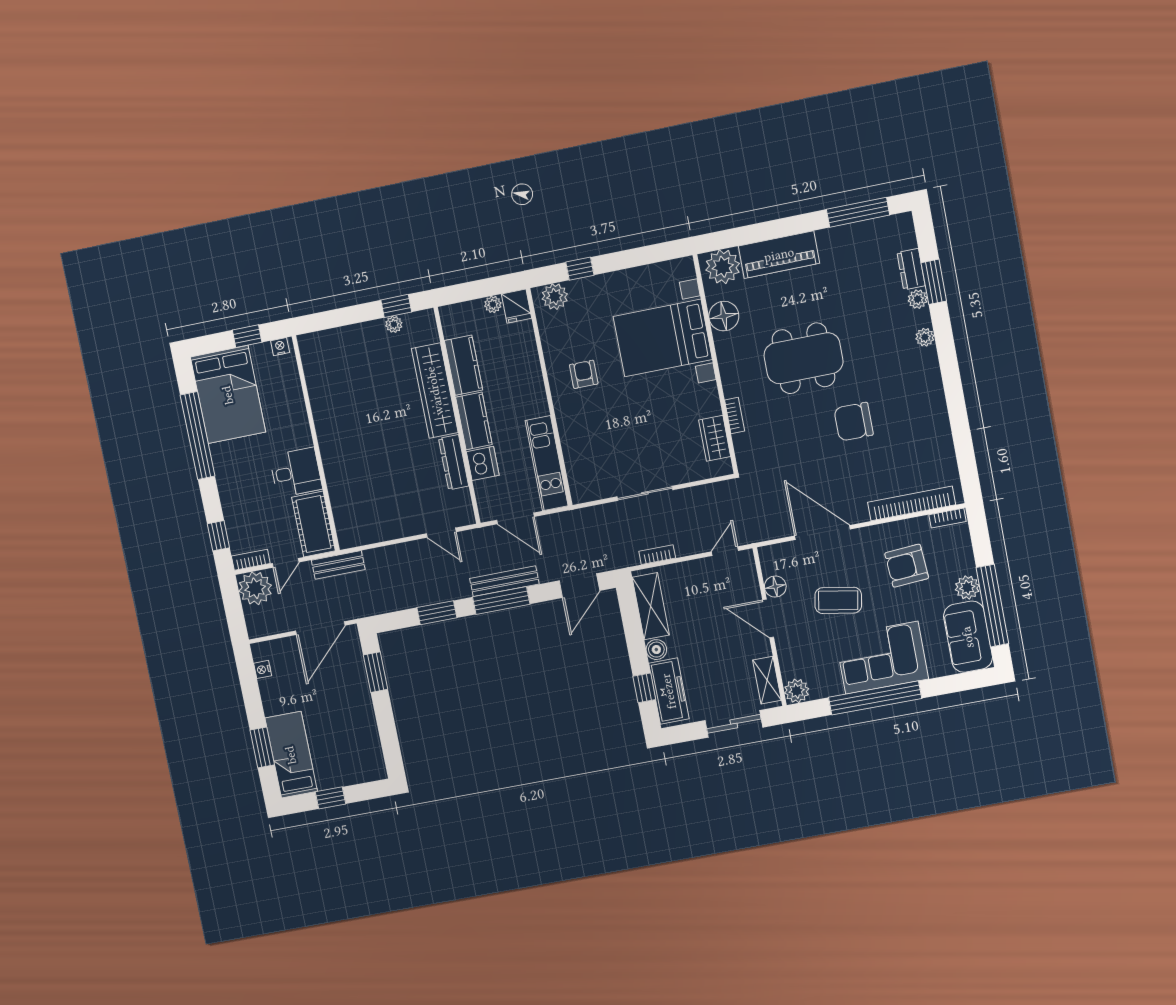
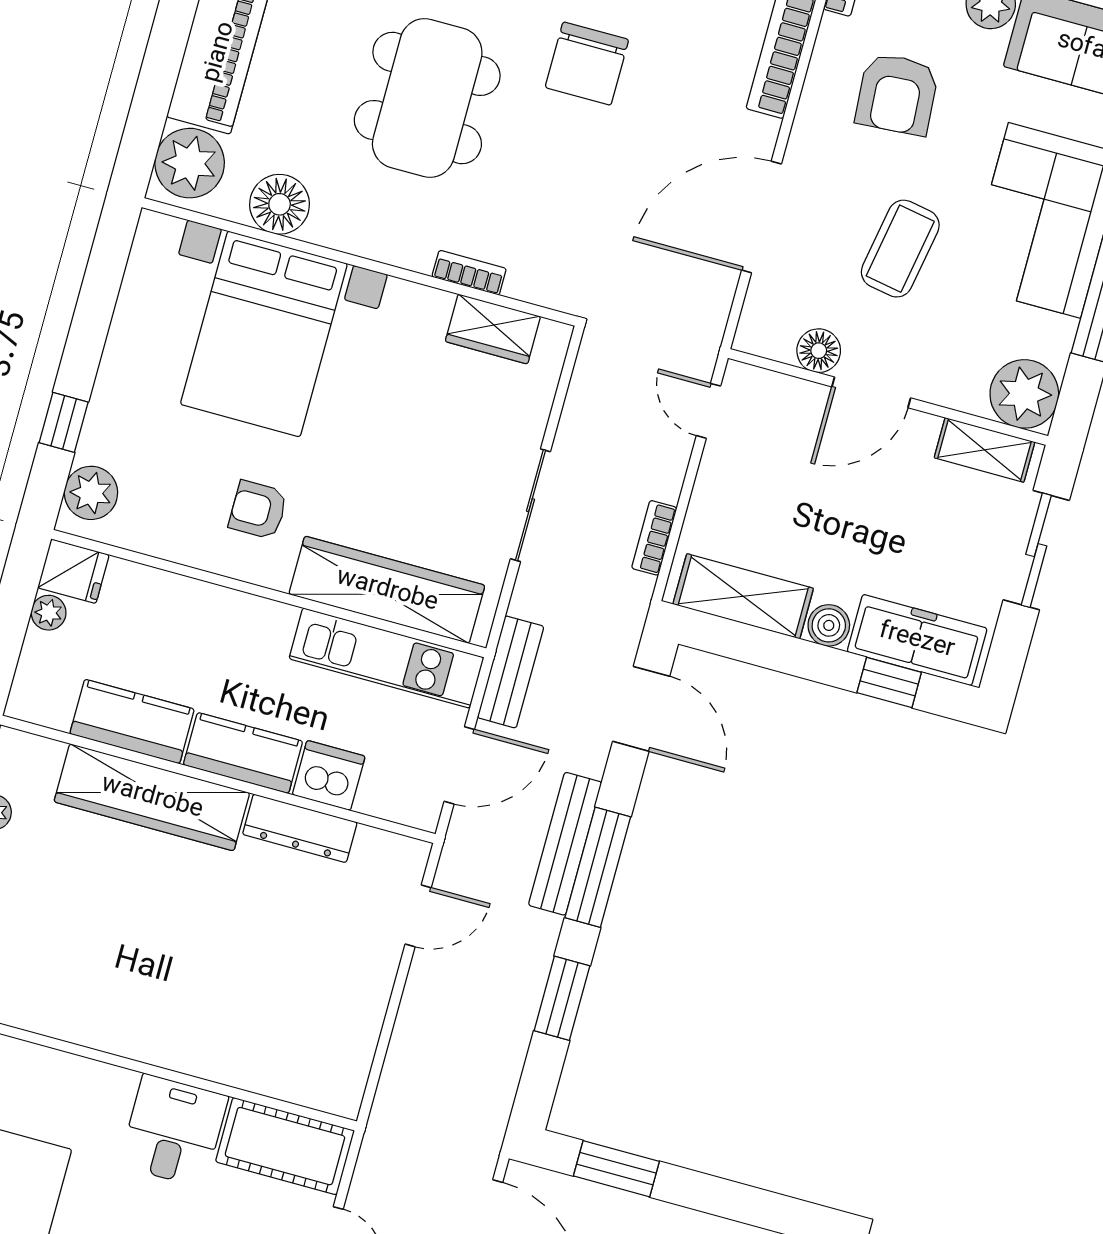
wardrobe: (577, 449) -> (387, 590), added
bench: (338, 565) -> (511, 672), moved
plant: (797, 691) -> (1024, 394), width x1.36, depth x1.36

